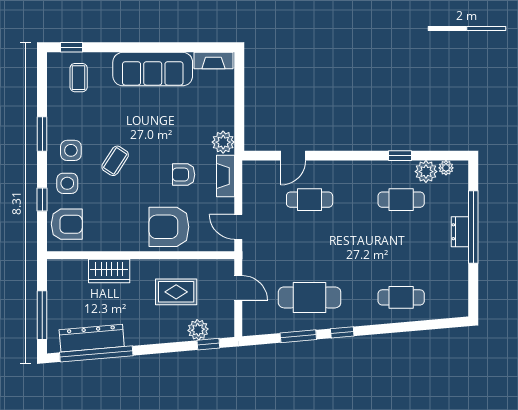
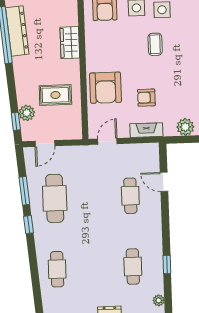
plant: (223, 142) -> (185, 127), moved
coffee table: (115, 161) -> (155, 44), turned 57
plant: (426, 172) -> (155, 285), removed
armchair: (184, 175) -> (146, 98), turned -90
armchair: (169, 227) -> (106, 88), turned 180
door: (238, 288) -> (45, 144), moved
rug: (176, 292) -> (55, 95), turned 90

